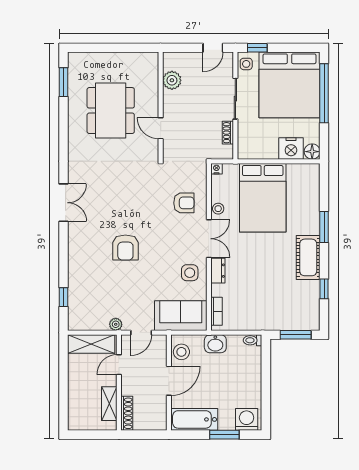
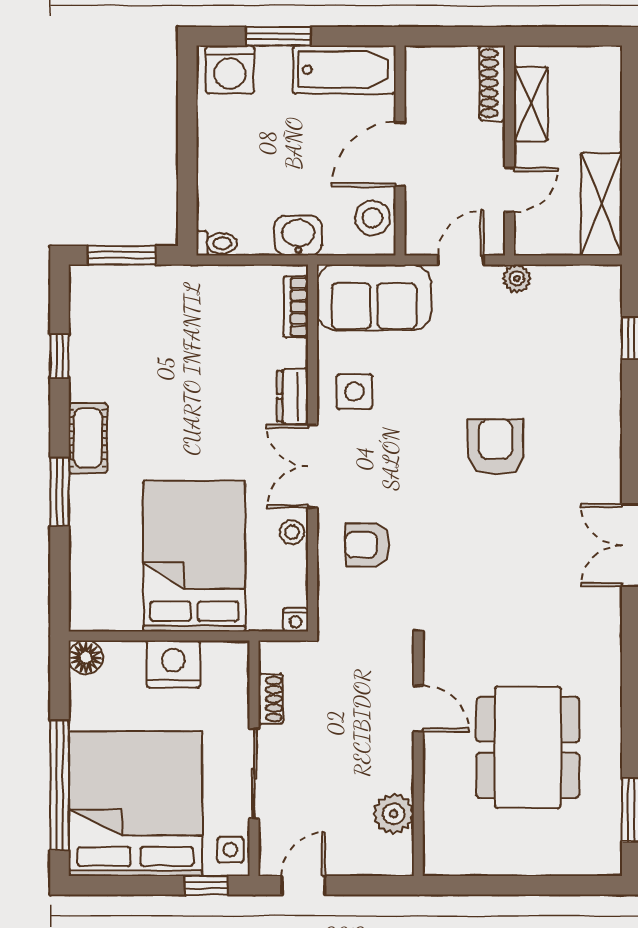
nightstand: (291, 148) -> (173, 664), moved
cot: (308, 257) -> (88, 438), width x0.73, depth x0.75
shelving: (91, 344) -> (601, 204), moved, turned 90

